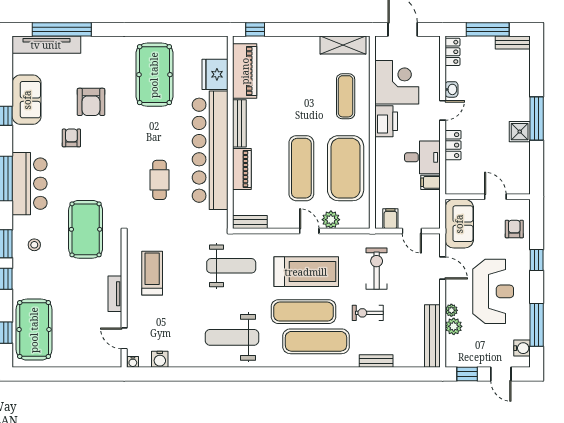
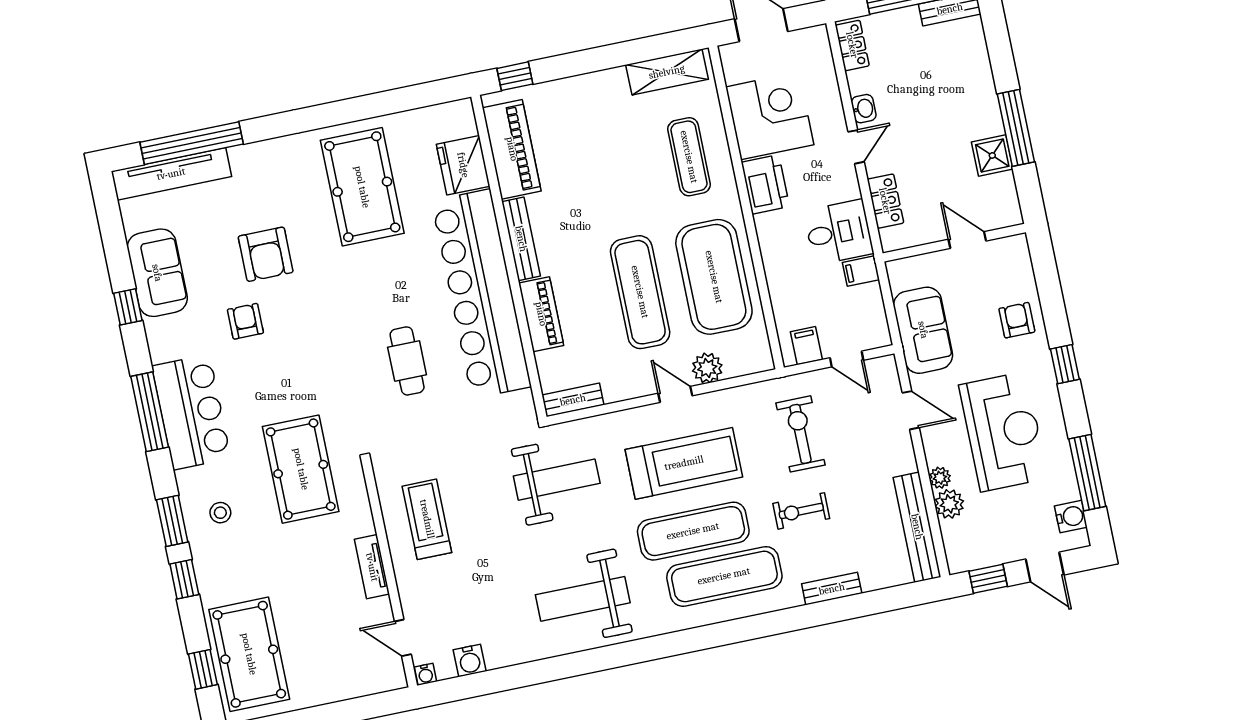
wall: (488, 197) -> (954, 243), moved
door: (495, 197) -> (967, 240), moved

